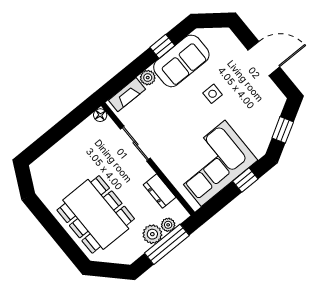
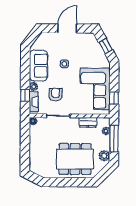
window: (162, 46) -> (25, 95), moved
armchair: (161, 116) -> (56, 95), added
window: (245, 180) -> (114, 98), moved
plant: (152, 234) -> (104, 156), moved

